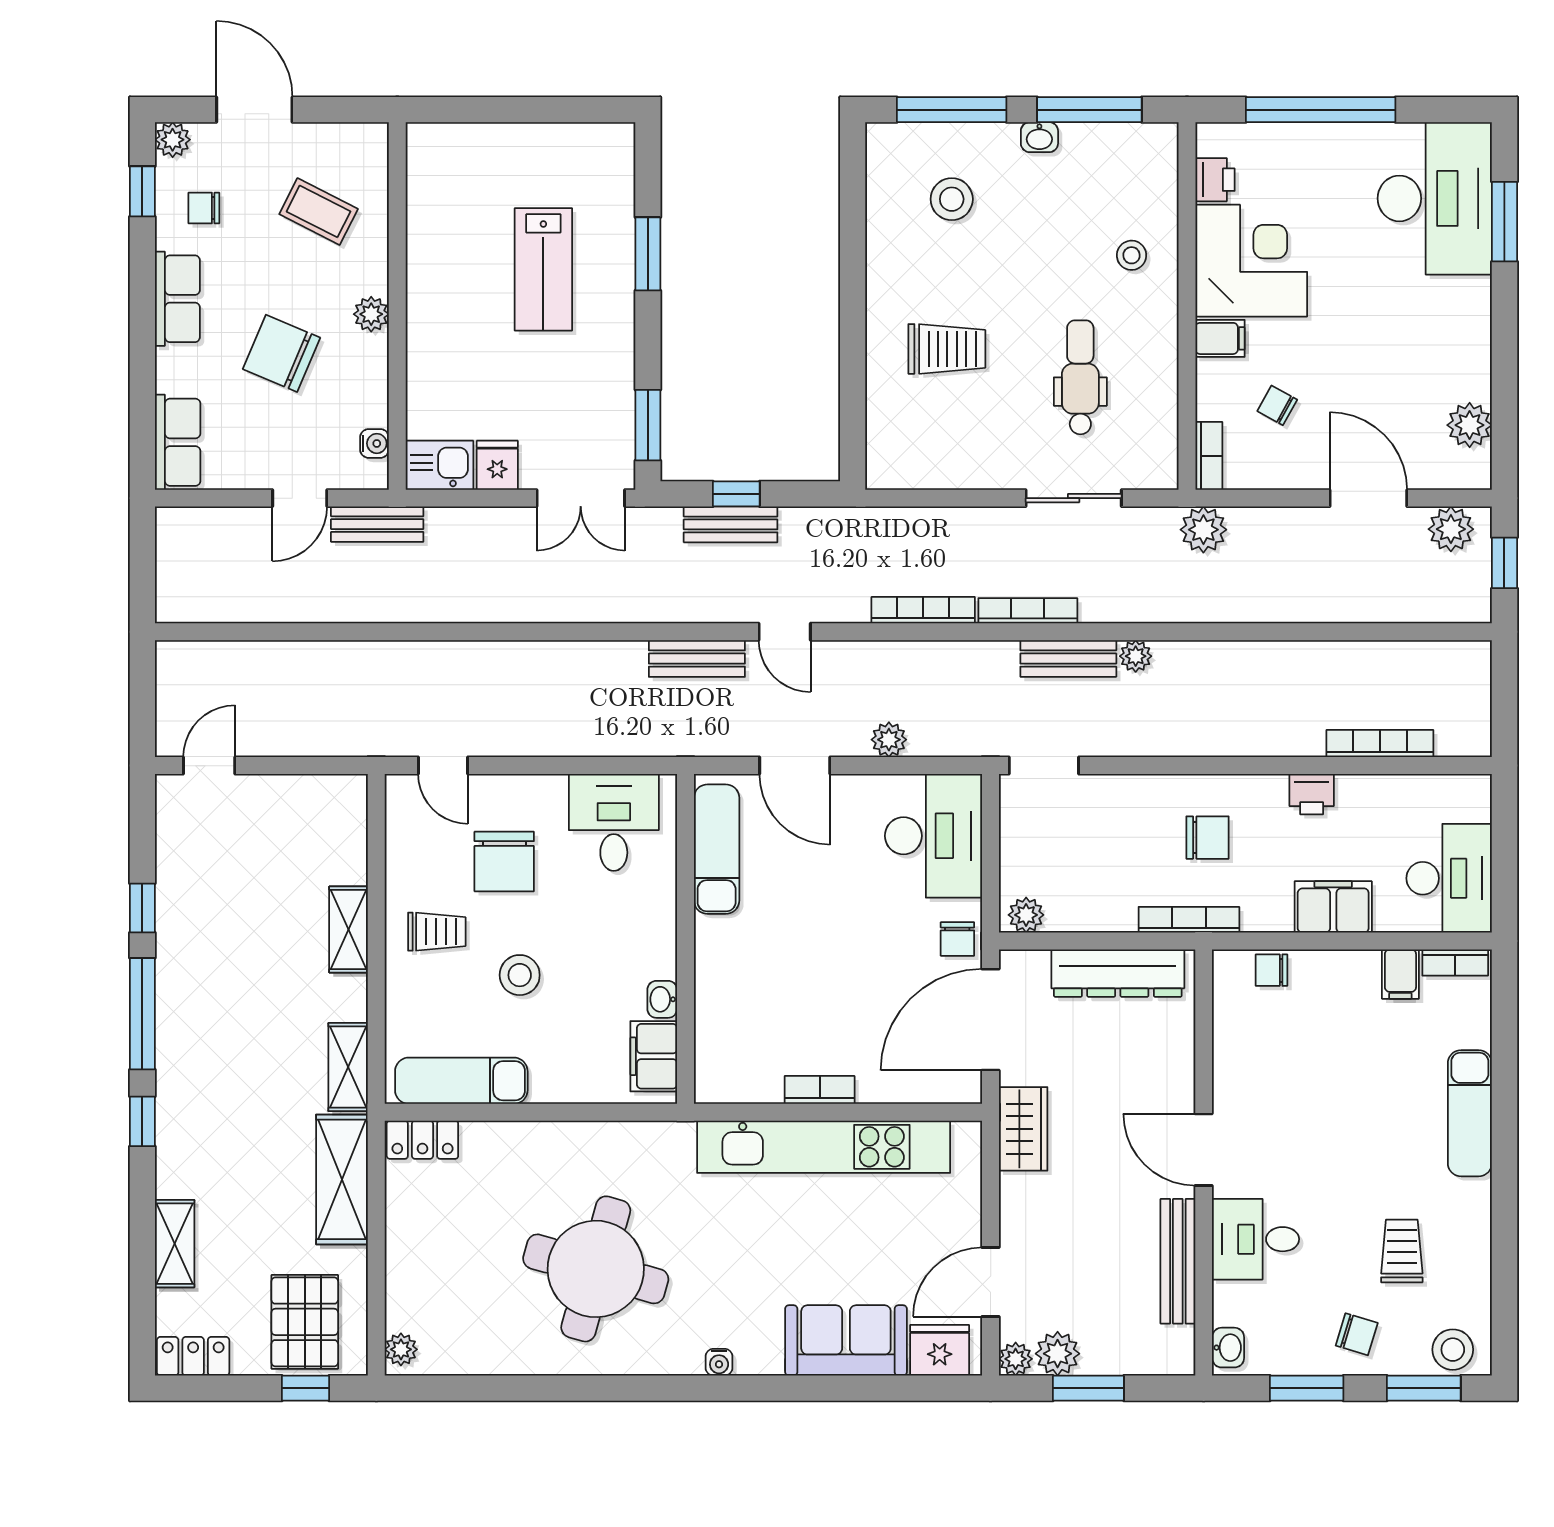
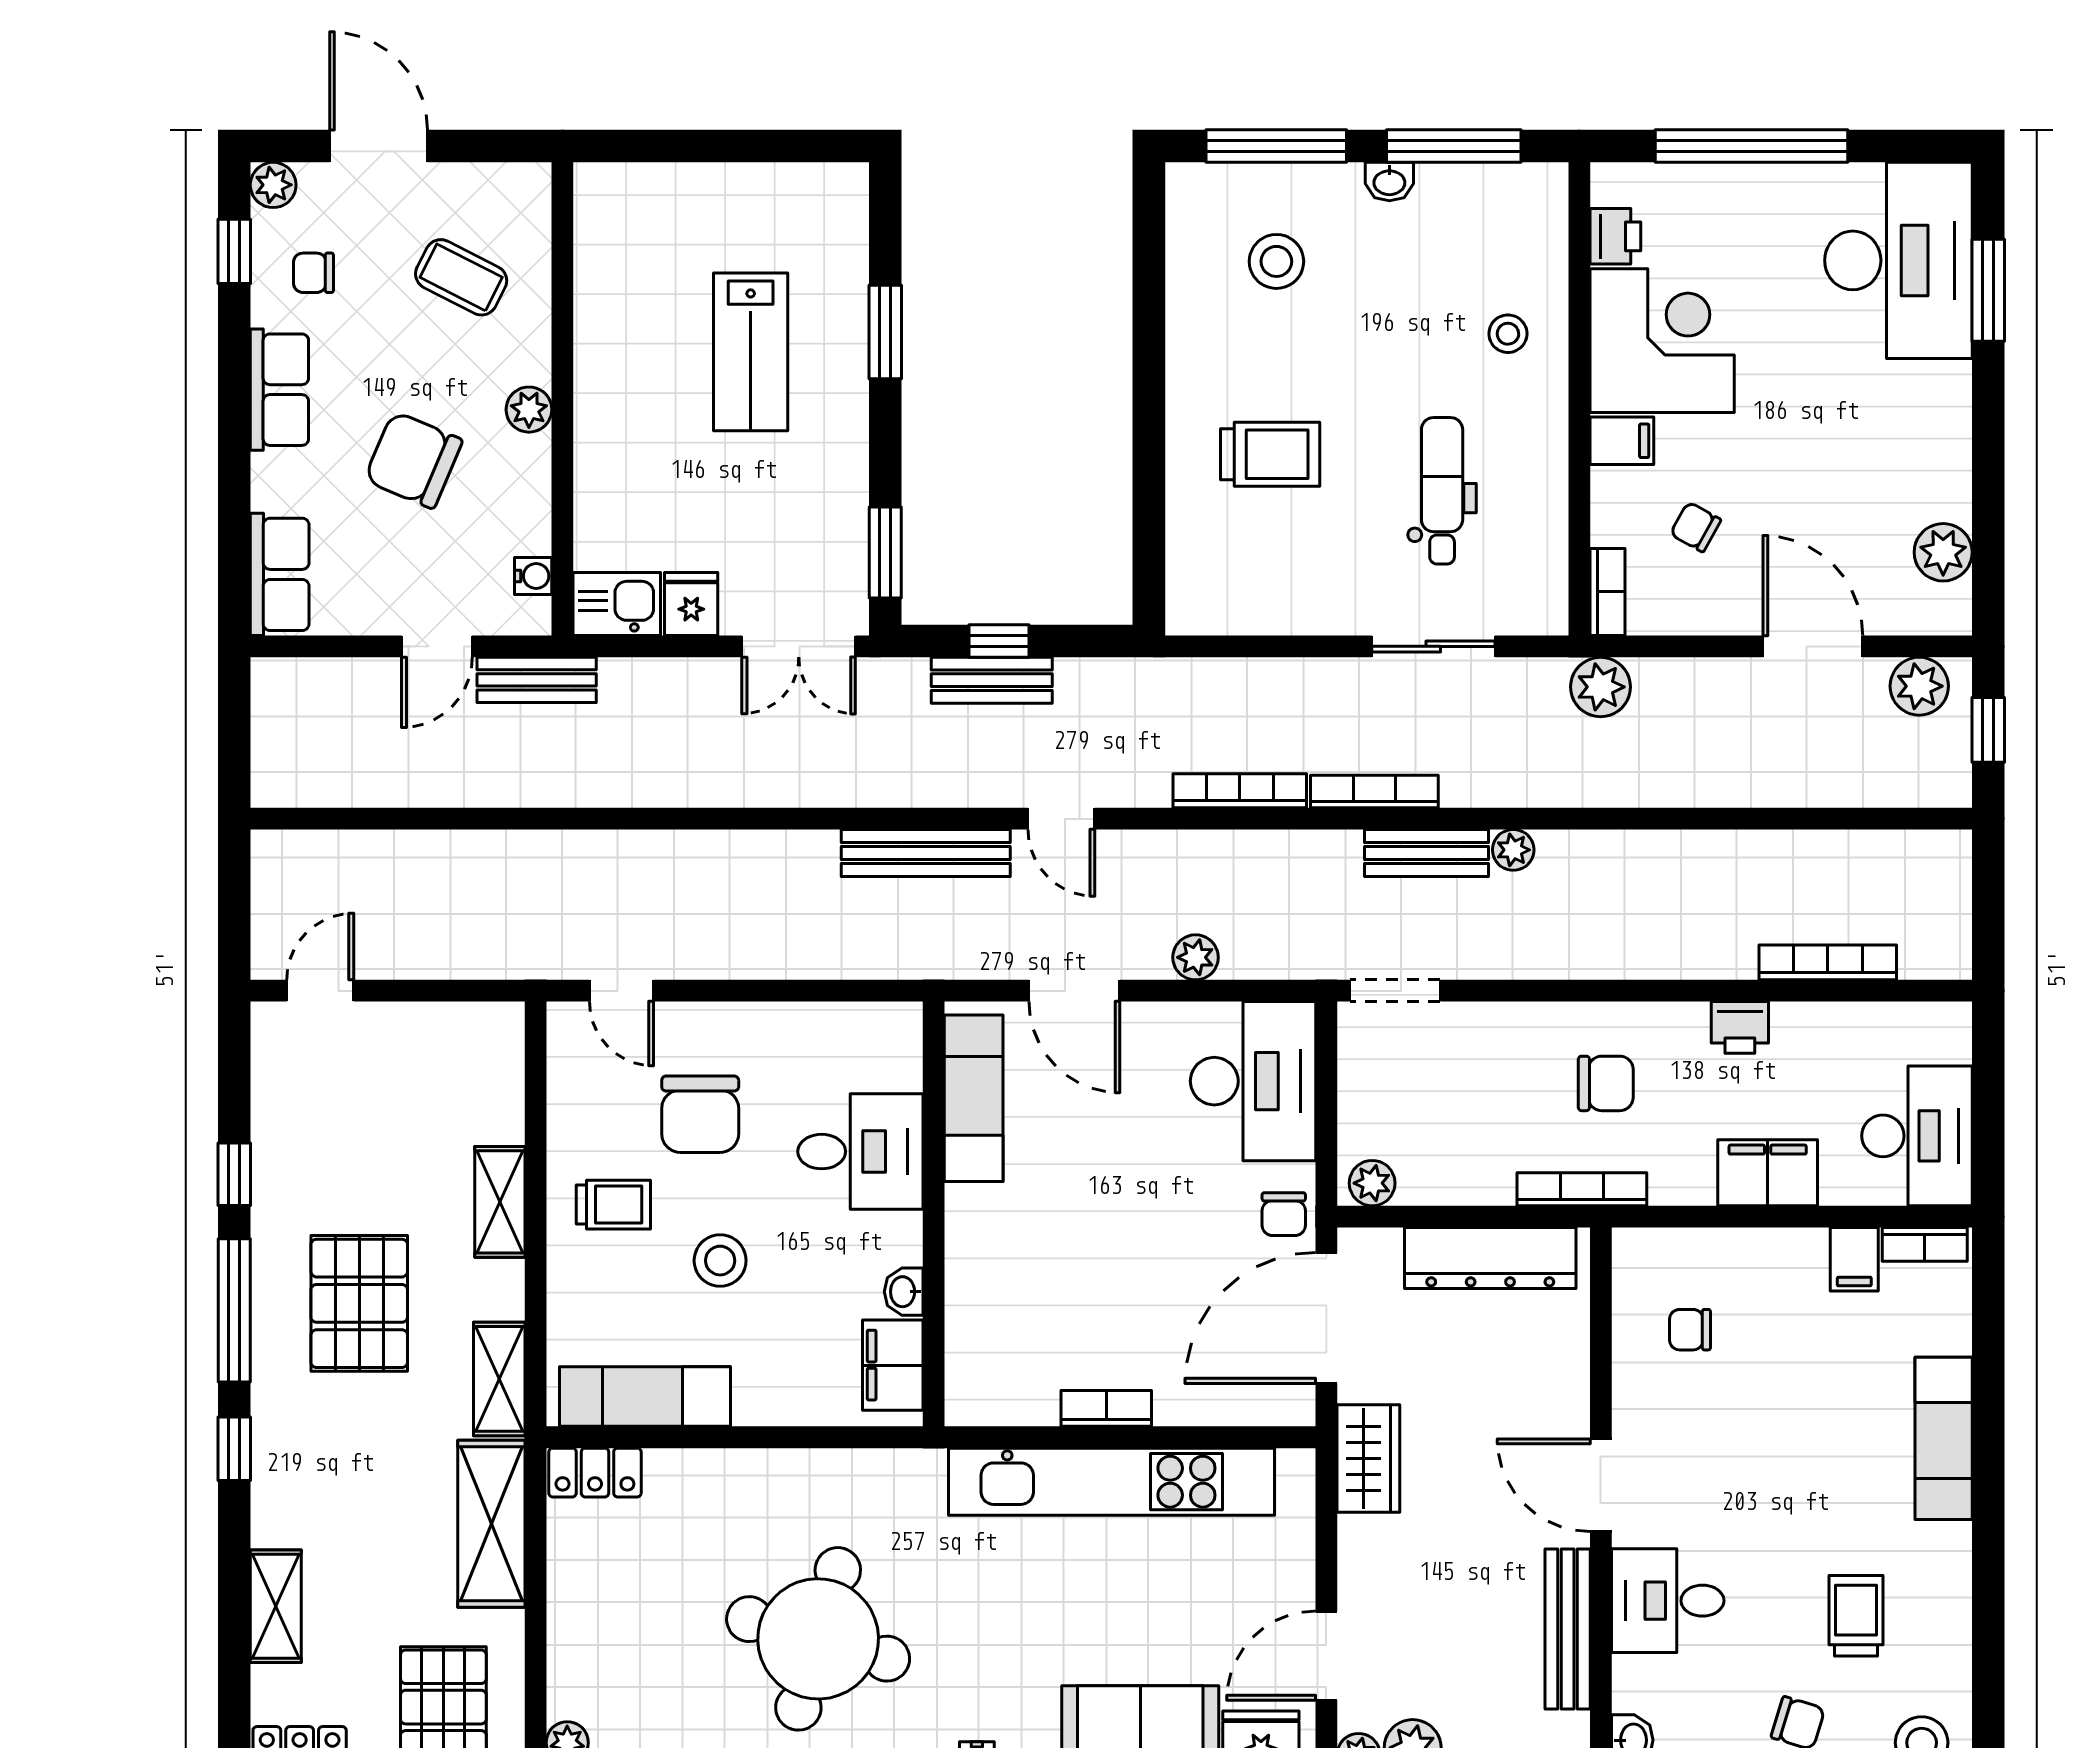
bench: (697, 659) -> (926, 853), width x1.36
desk: (614, 822) -> (860, 1152), moved, turned 90
chair: (1272, 970) -> (1690, 1330), moved
pallet: (239, 1008) -> (359, 1303), added

